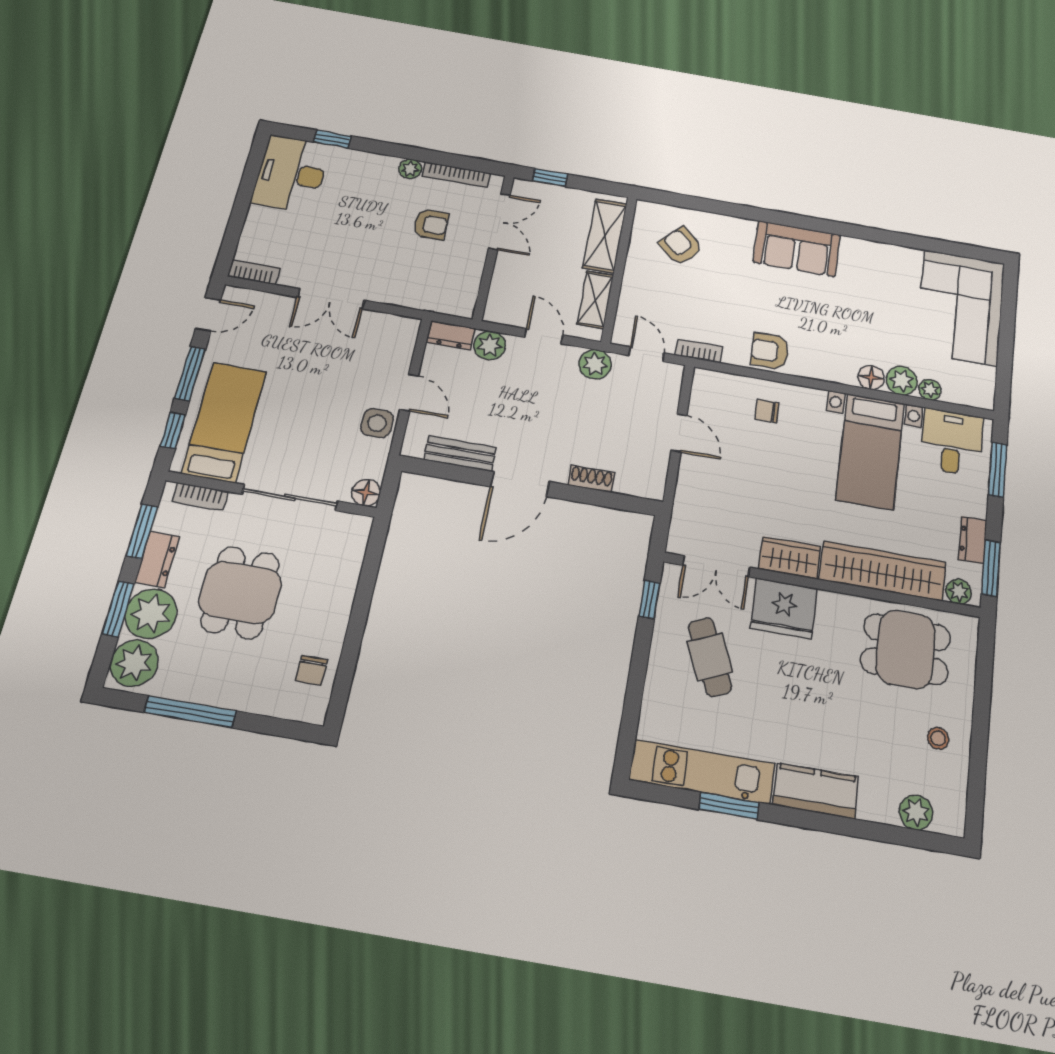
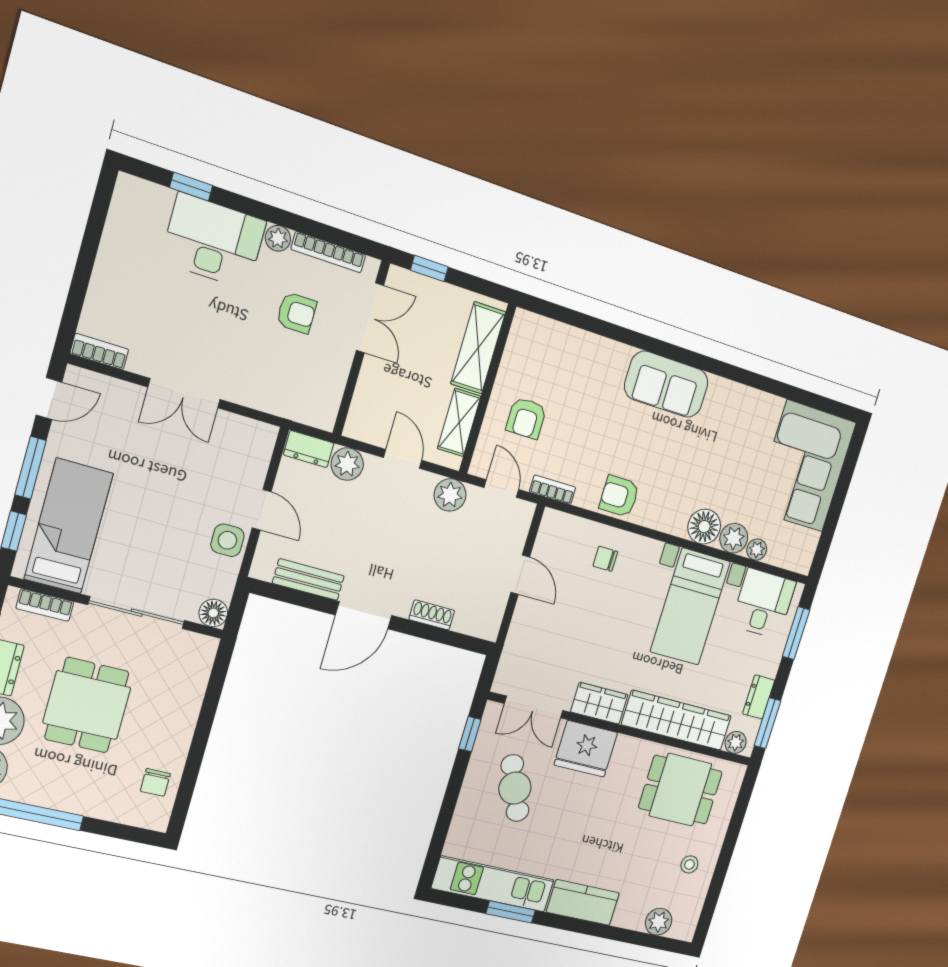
desk: (291, 174) -> (213, 241), moved, turned 90
armchair: (681, 246) -> (526, 418), moved, turned -133
floor lamp: (871, 378) -> (704, 527), width x1.38, depth x1.38

